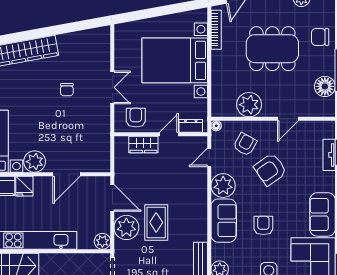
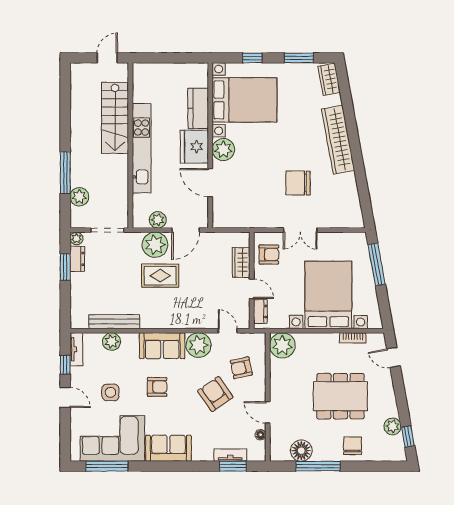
window: (145, 14) -> (377, 264), added
bookcase: (216, 30) -> (353, 338), width x0.64
dining table: (272, 49) -> (340, 396), turned 90
chair: (67, 90) -> (298, 183), width x1.87, depth x1.87
plant: (249, 105) -> (282, 345), moved
floor lamp: (216, 126) -> (260, 435), moved
armchair: (245, 144) -> (241, 368), turned 139
fridge: (24, 186) -> (194, 147), width x1.88, depth x1.34
plant: (102, 241) -> (158, 220), moved

